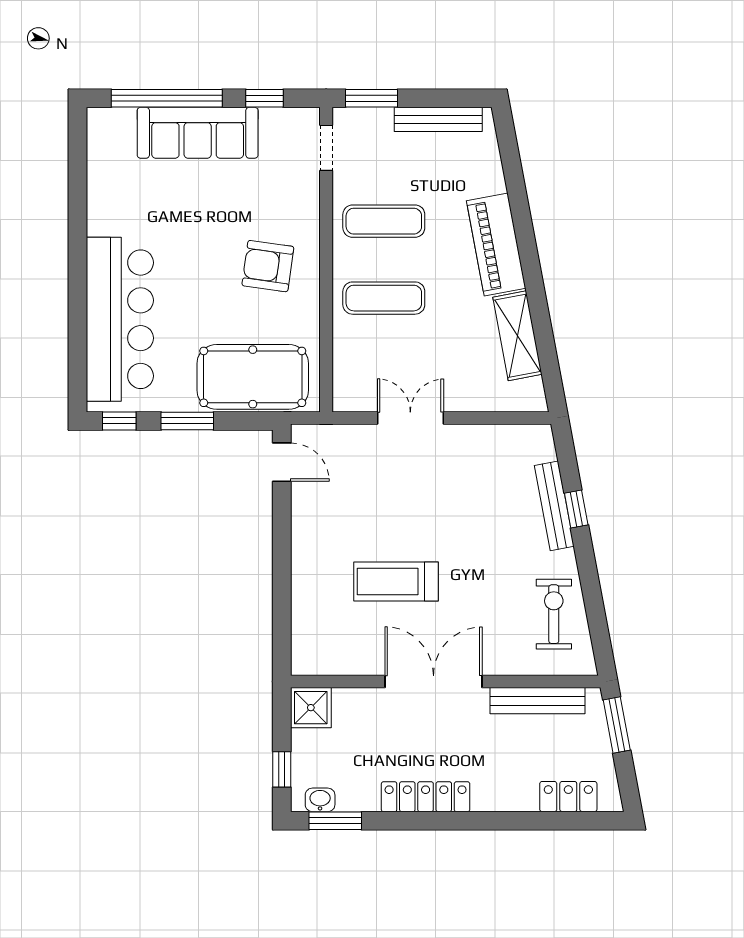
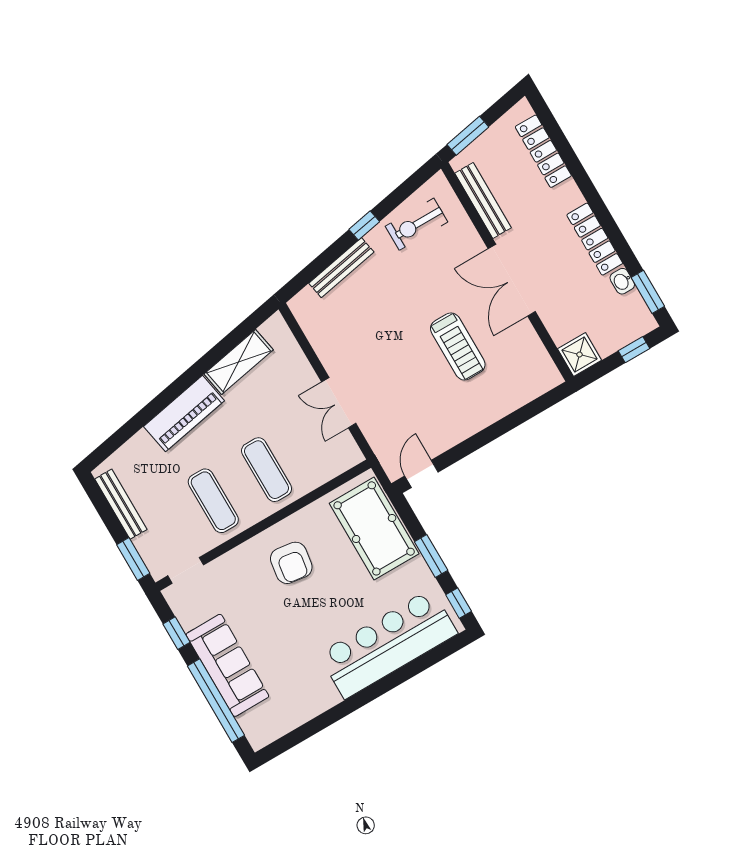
window: (576, 509) -> (364, 226), moved
locker: (568, 797) -> (543, 151), width x1.53
washbasin: (320, 800) -> (622, 281), moved

